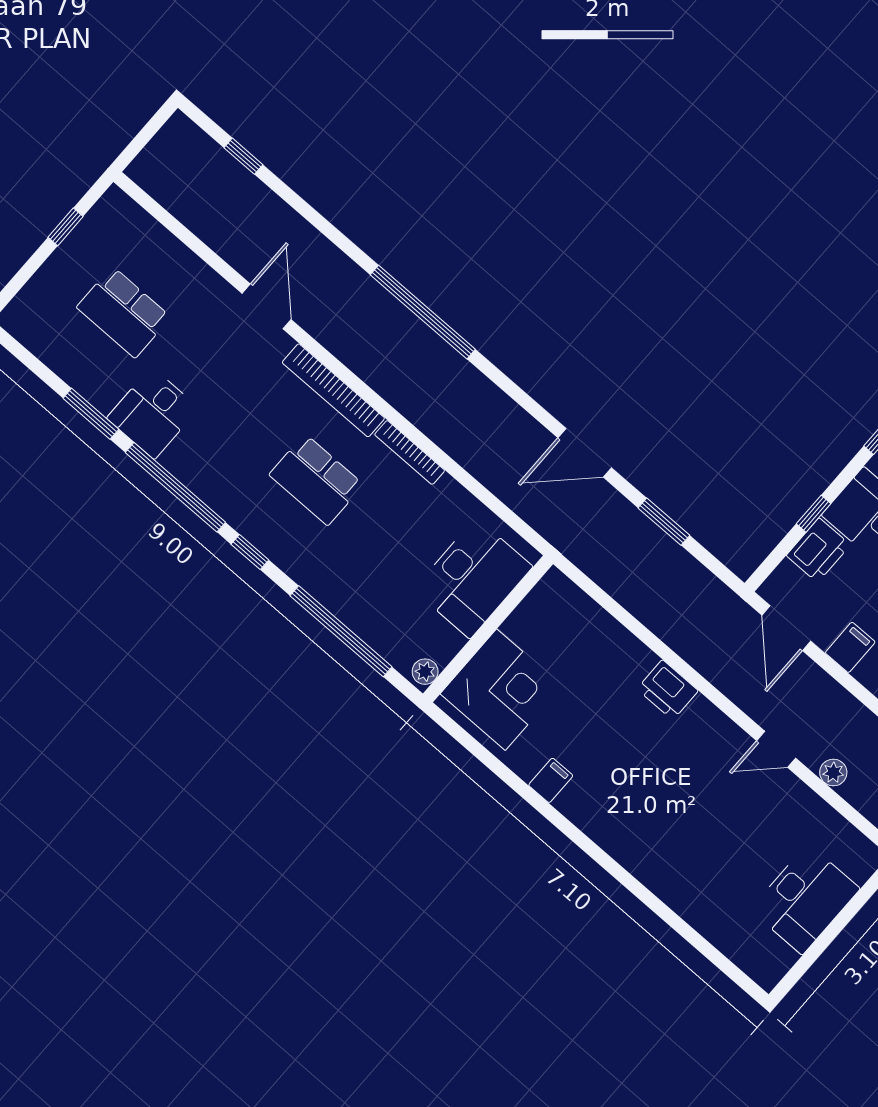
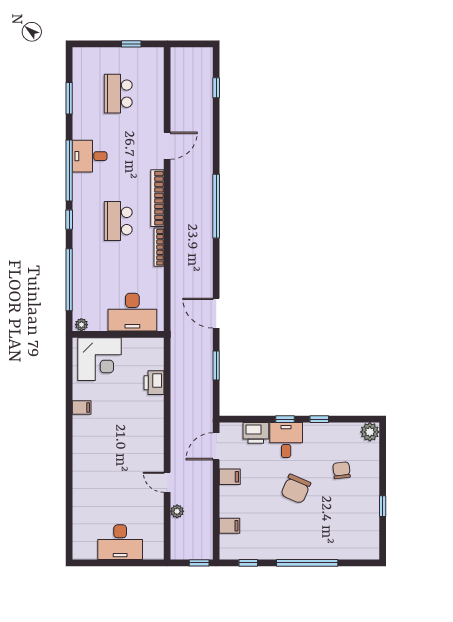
desk: (153, 413) -> (90, 156), moved
window: (91, 414) -> (69, 98), moved
window: (814, 514) -> (285, 419), moved
printer: (668, 690) -> (154, 383), moved

